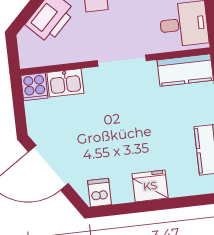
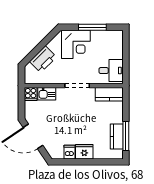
dishwasher: (99, 193) -> (69, 152), moved

